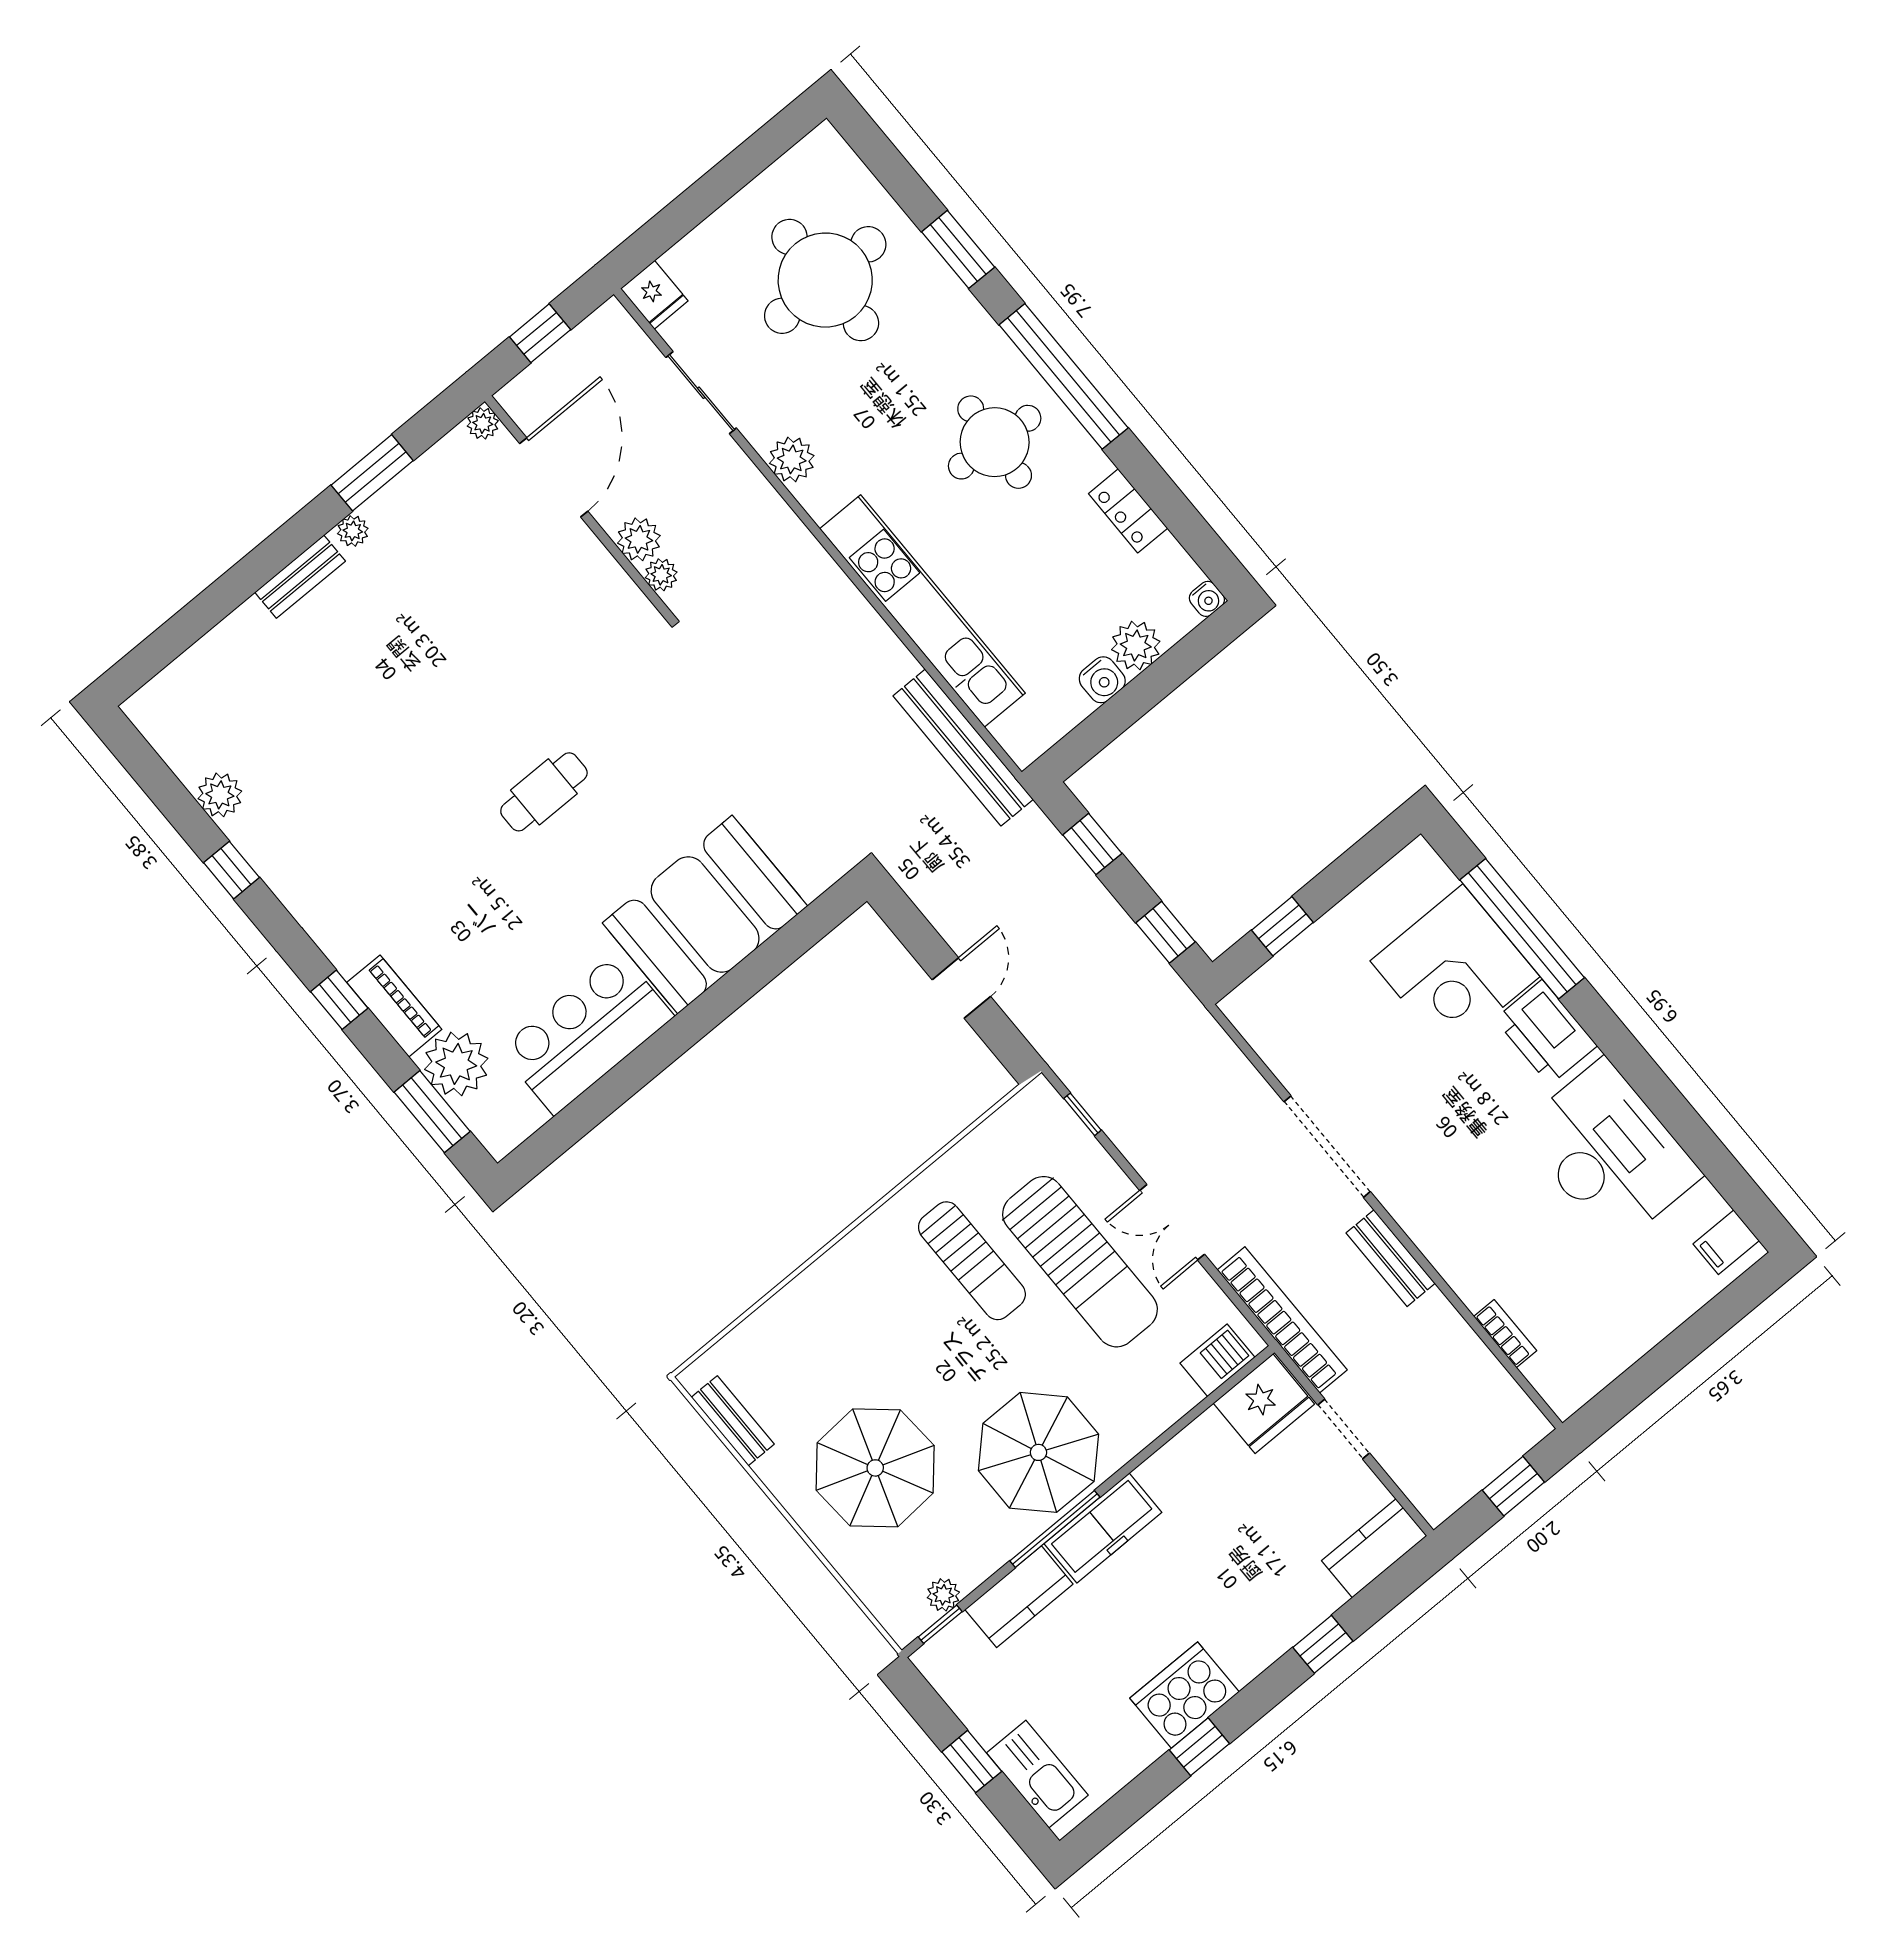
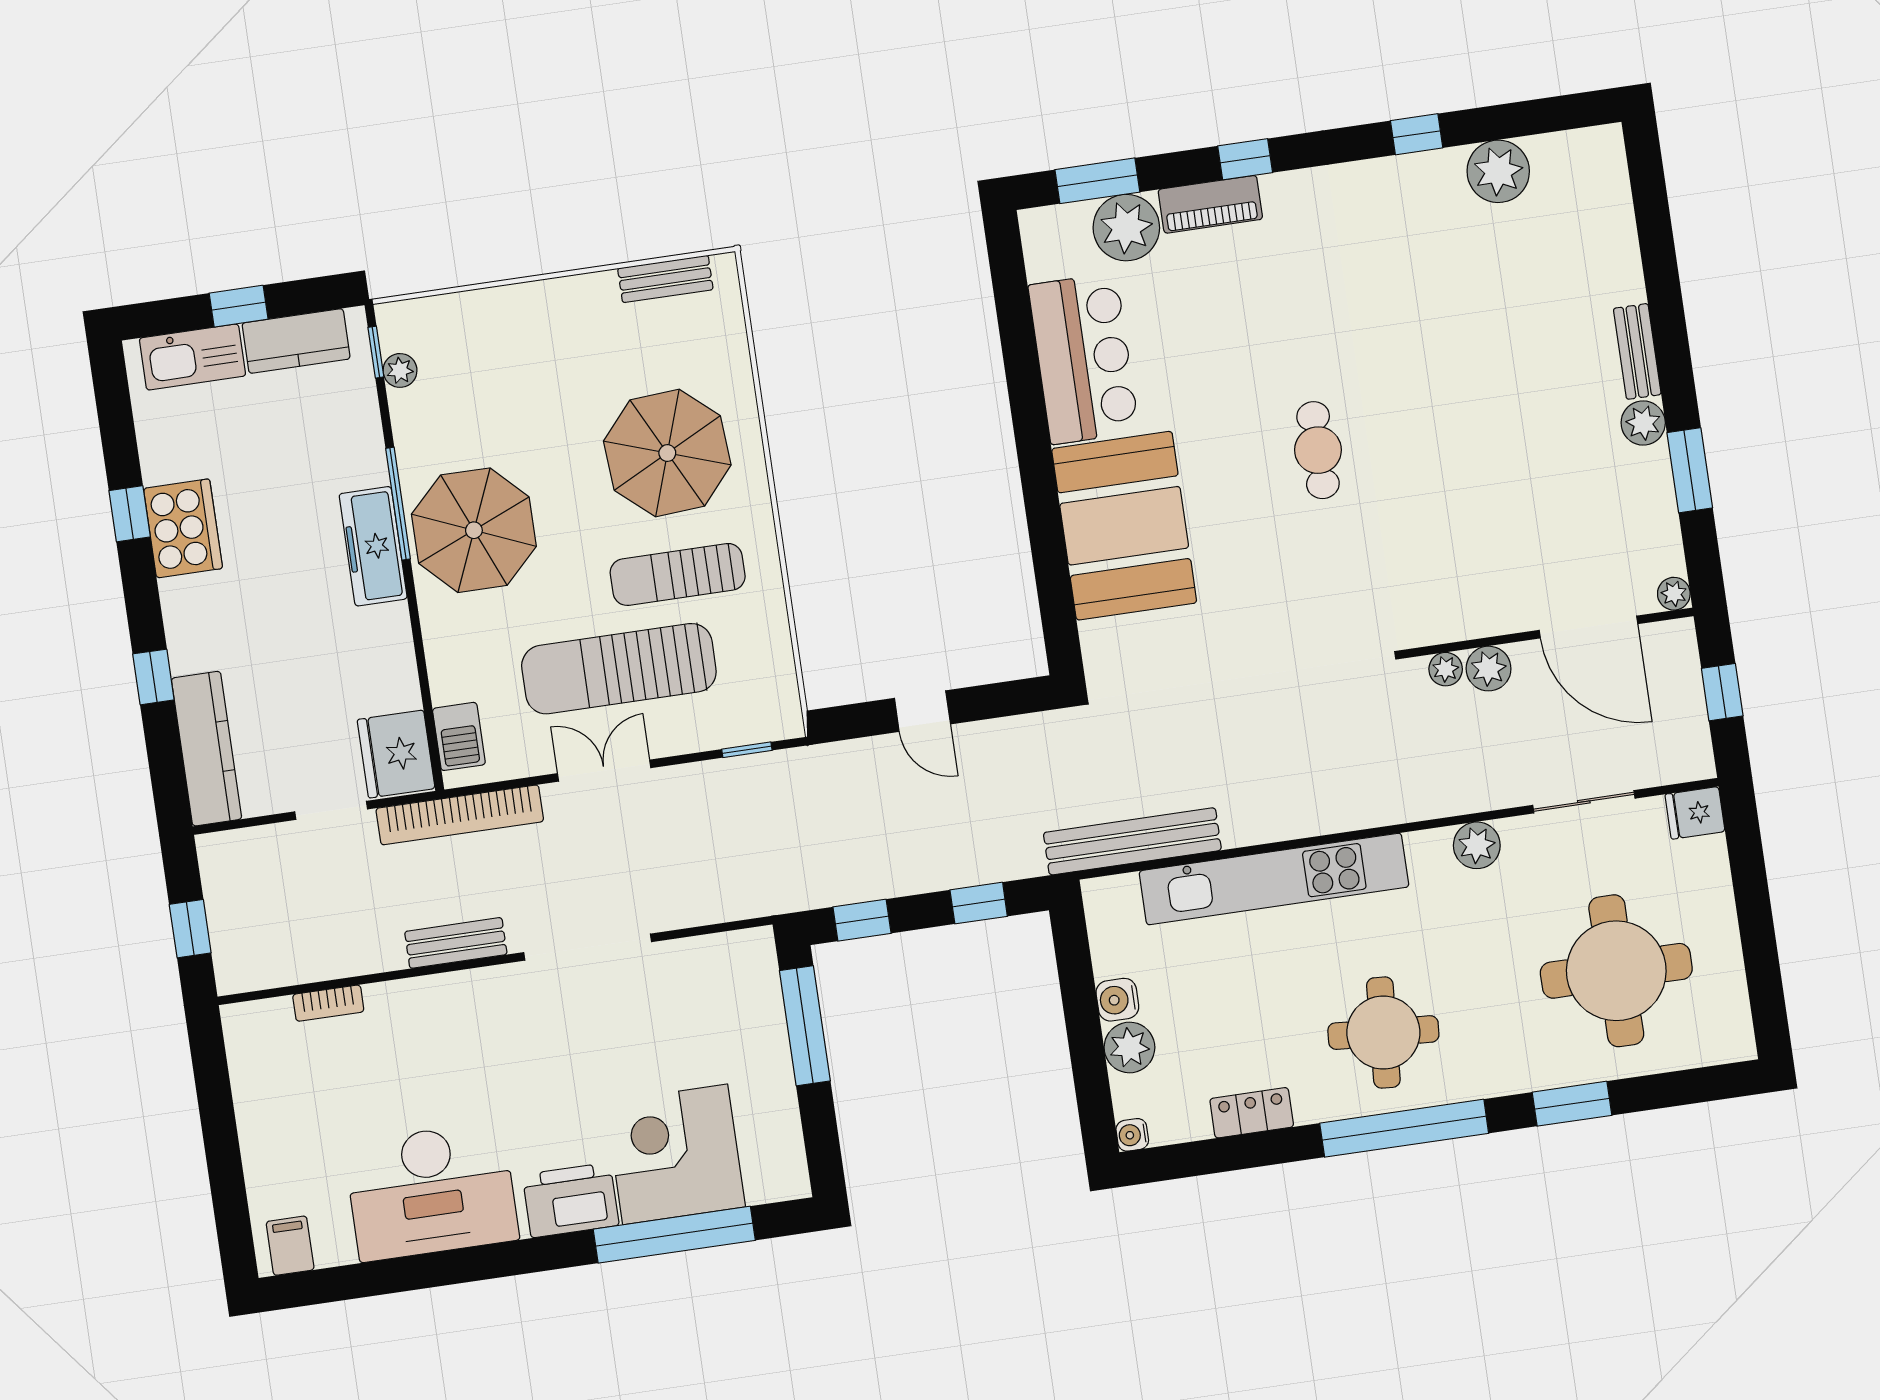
plant: (353, 531) -> (1643, 423), width x1.38, depth x1.38
plant: (220, 795) -> (1498, 171), width x1.36, depth x1.36
window: (1282, 926) -> (805, 1026), width x2.17
parasol: (875, 1468) -> (667, 453), moved
kitchen counter: (1374, 1548) -> (207, 749), width x1.50
kitchen counter: (1019, 1597) -> (296, 341), moved, turned -90

